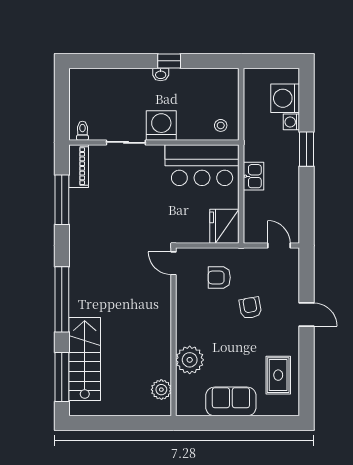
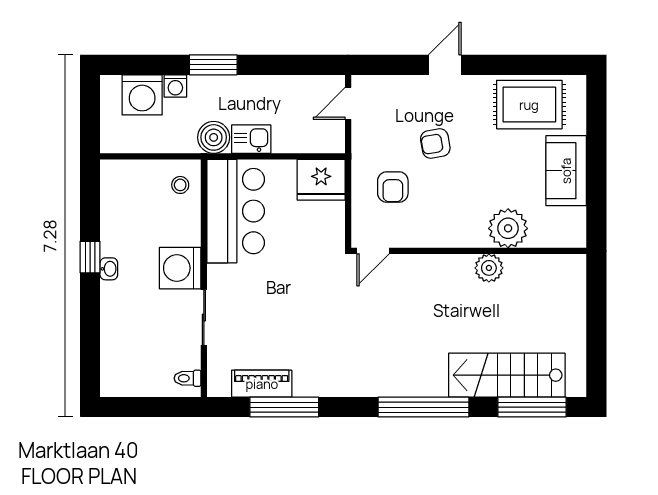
boiler: (255, 149) -> (214, 137), added
piano: (79, 166) -> (262, 384), moved
rug: (278, 375) -> (529, 105), width x1.36, depth x1.43
plant: (161, 390) -> (489, 268), moved

